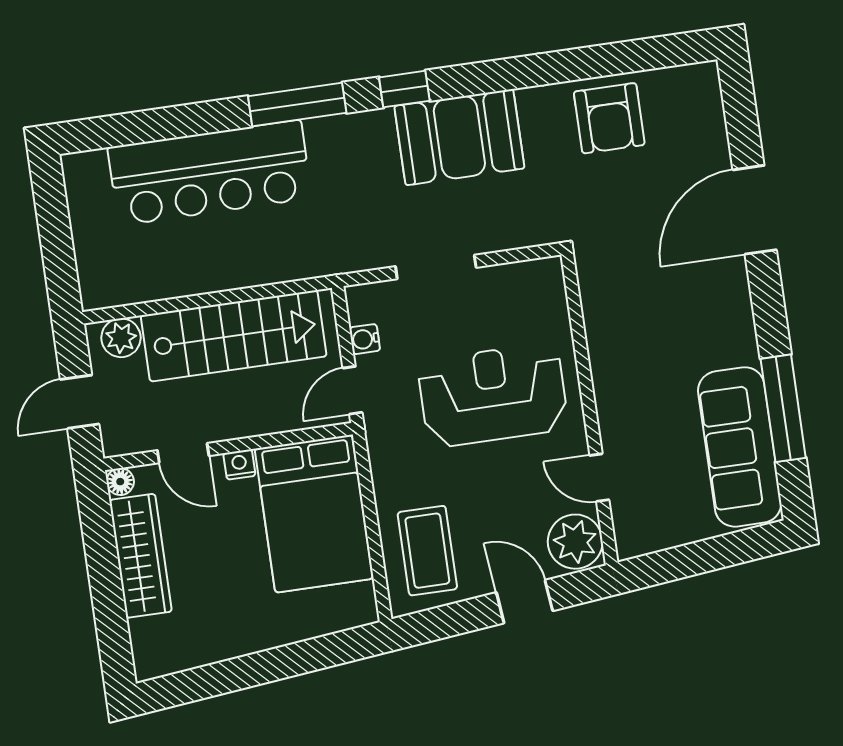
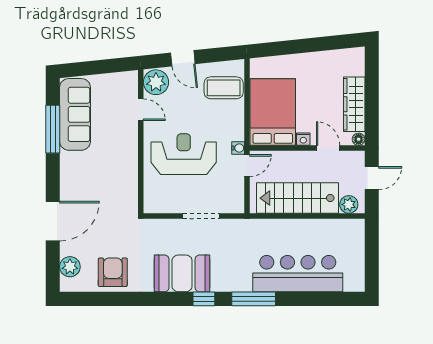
plant: (703, 117) -> (70, 267), added
water cooler: (365, 339) -> (238, 148), moved
reception desk: (493, 395) -> (184, 154), turned 180
coffee table: (427, 551) -> (224, 88), turned 90

